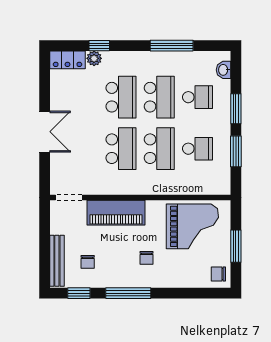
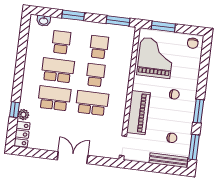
window: (172, 46) -> (21, 57), removed
school desk: (159, 149) -> (95, 75), width x0.54
window: (236, 151) -> (118, 21), moved
window: (236, 246) -> (163, 27), moved
window: (79, 293) -> (194, 147), width x1.50
window: (128, 293) -> (199, 111), width x0.69

